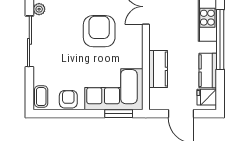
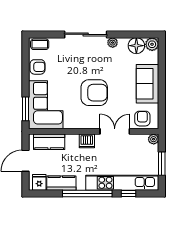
dishwasher: (157, 40) -> (87, 141), added
kitchen counter: (158, 69) -> (49, 142), moved

